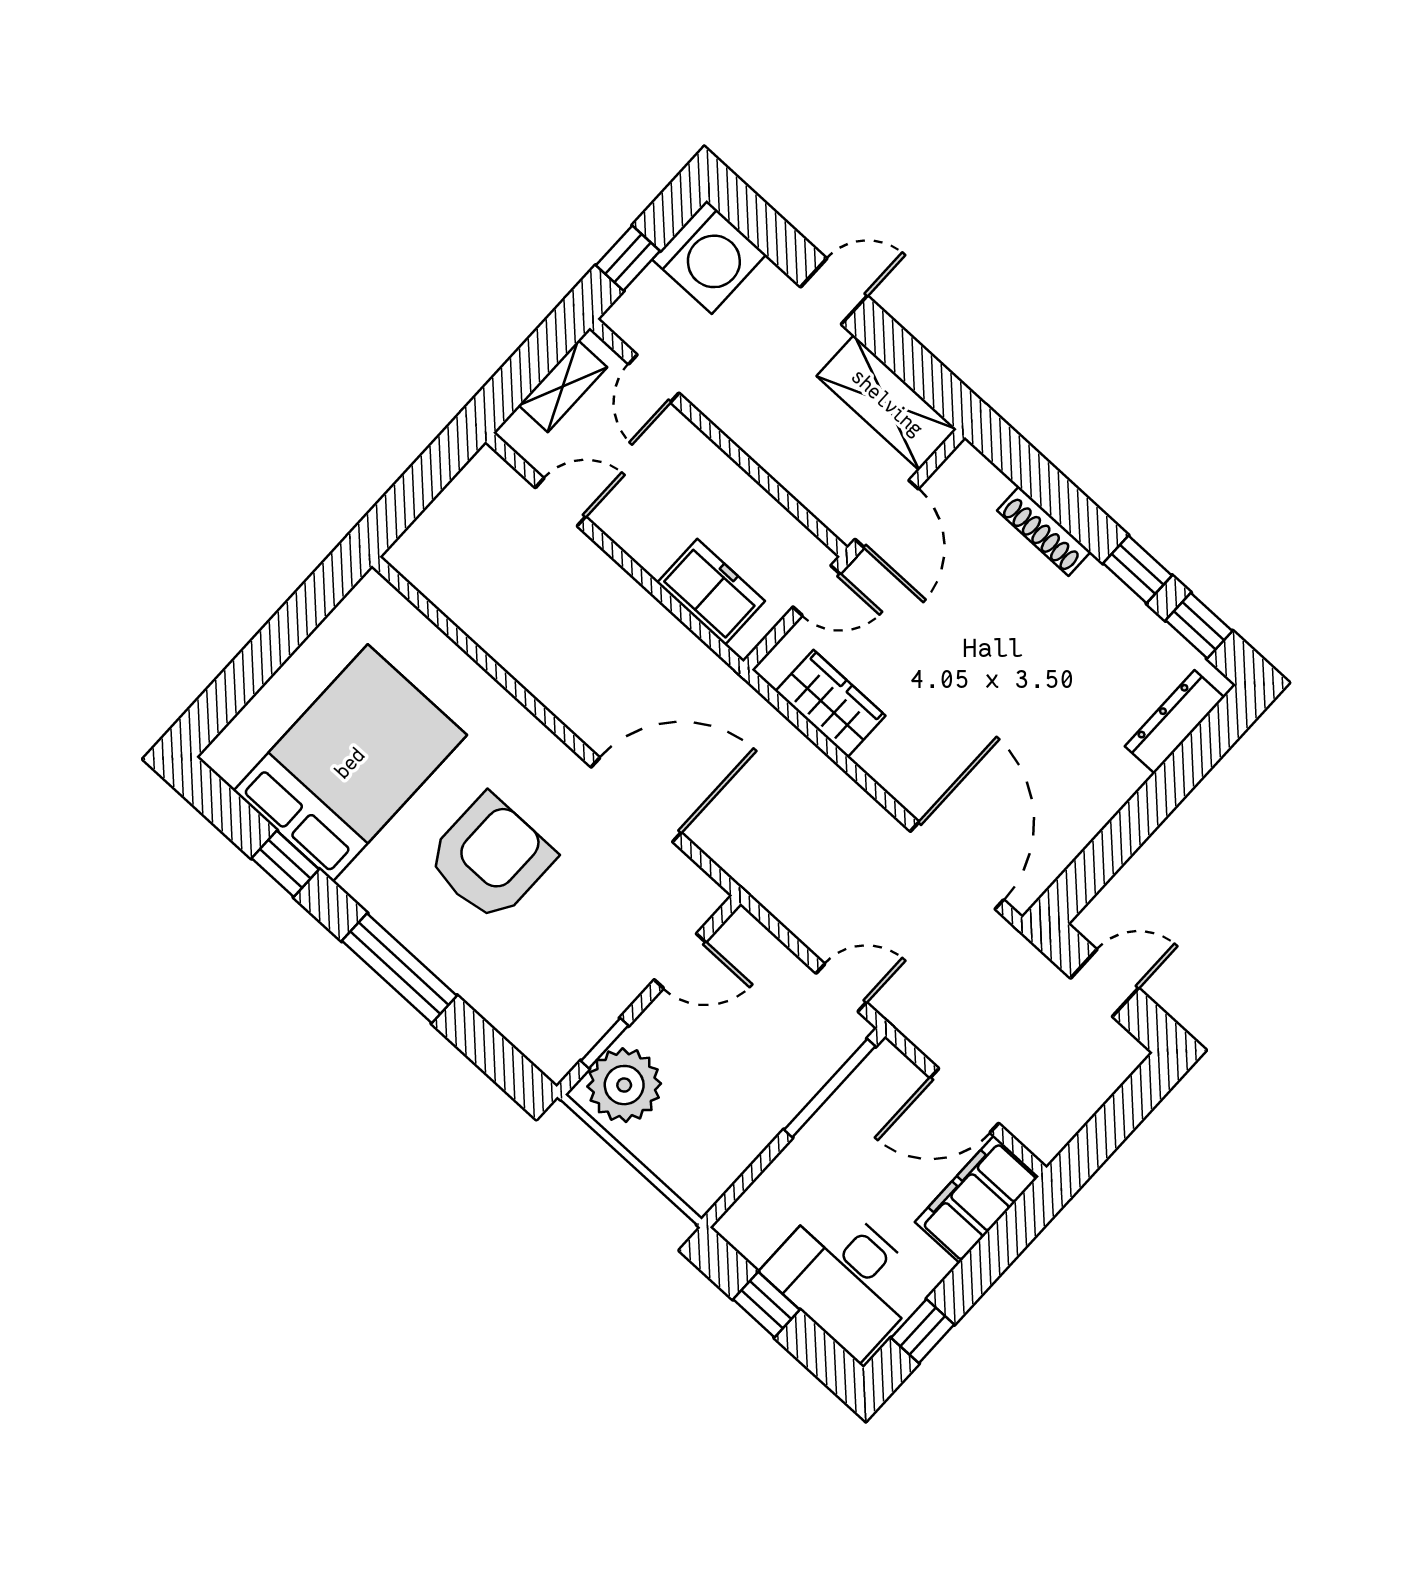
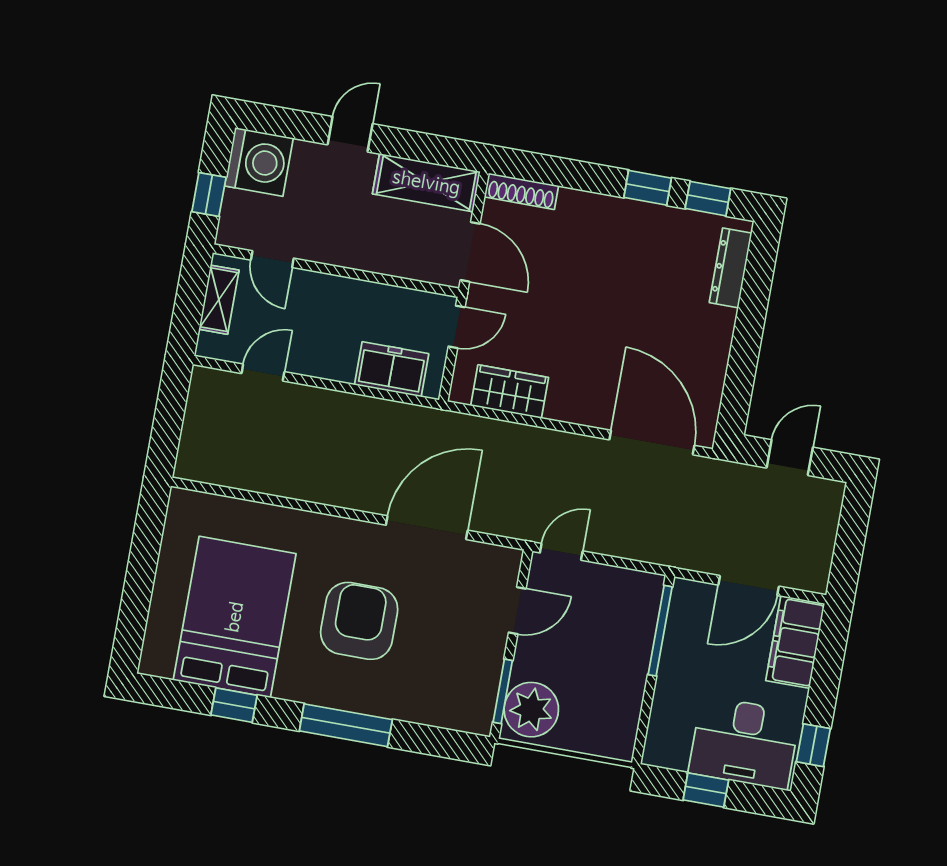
shoe rack: (1044, 531) -> (521, 191), moved
door: (841, 988) -> (561, 552), moved
window: (605, 1043) -> (503, 691), width x1.50

